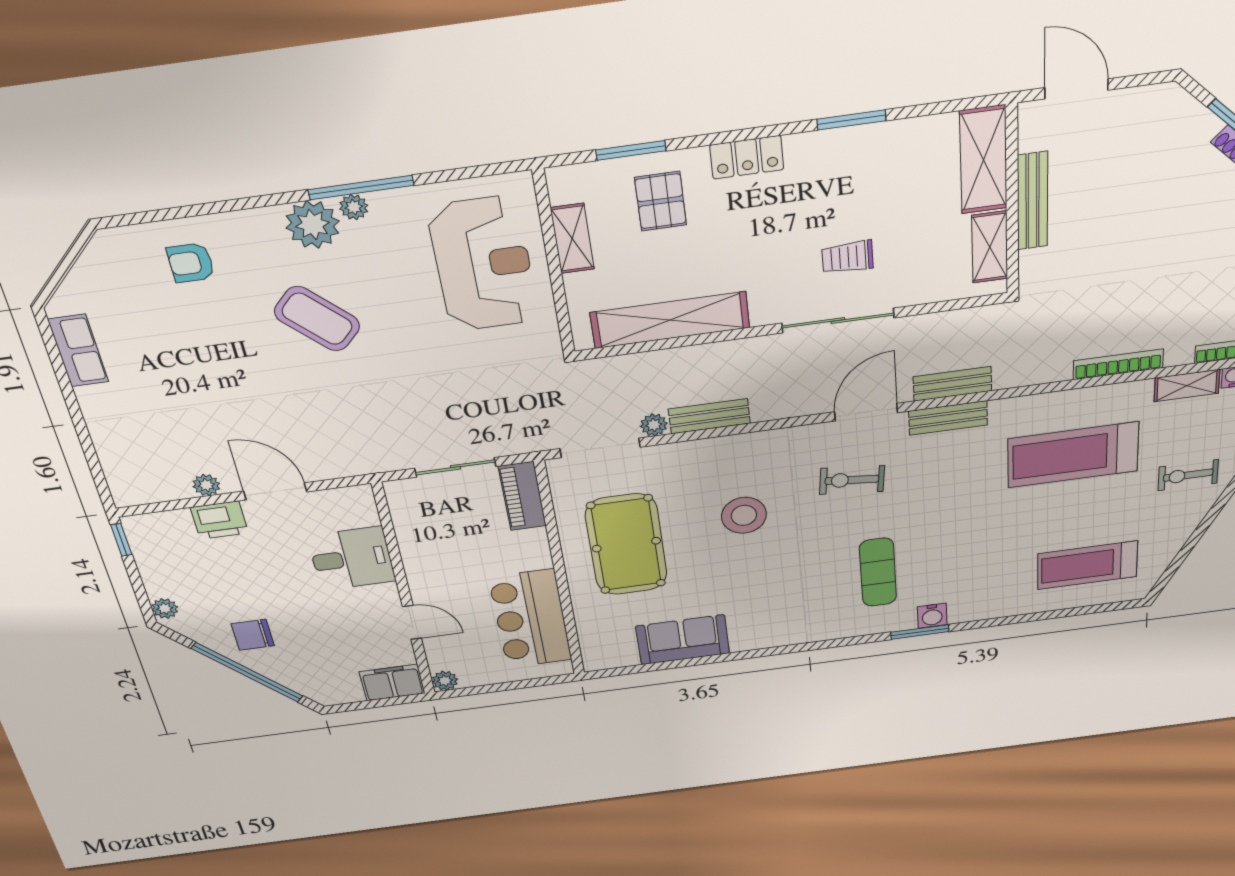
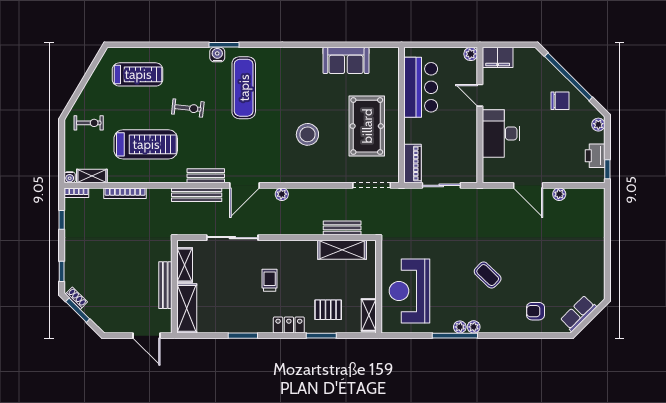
window: (631, 150) -> (321, 336), moved
pallet: (661, 201) -> (328, 310), turned 90
plant: (313, 225) -> (474, 327), width x0.53, depth x0.53
shelving: (572, 239) -> (369, 315), moved
trolley: (847, 257) -> (270, 280), moved, turned -90
armchair: (191, 263) -> (535, 311), turned 180
coffee table: (317, 319) -> (488, 275), width x0.73, depth x0.77
shelving: (670, 320) -> (342, 250), width x0.68
sliding door: (838, 320) -> (232, 238), moved
row of seats: (78, 351) -> (578, 313), moved, turned 45
bench: (952, 384) -> (197, 195), width x1.36
bench: (709, 416) -> (342, 228), moved
plant: (654, 425) -> (282, 194), moved
exercise bike: (852, 480) -> (188, 108), moved
printer: (219, 520) -> (595, 156), moved, turned -90
desk: (352, 558) -> (501, 133), width x1.37
exercise mat: (878, 572) -> (244, 88), width x1.36, depth x1.45

